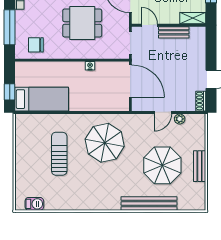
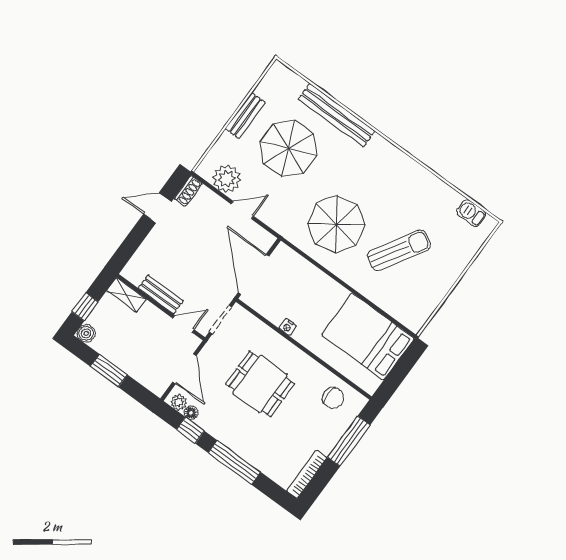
door: (149, 25) -> (183, 324), swing flipped
window: (10, 92) -> (404, 365), removed
bed: (42, 99) -> (368, 337), width x1.50
plant: (180, 119) -> (227, 179), width x1.88, depth x1.88
sun lounger: (59, 154) -> (399, 250), turned -149

